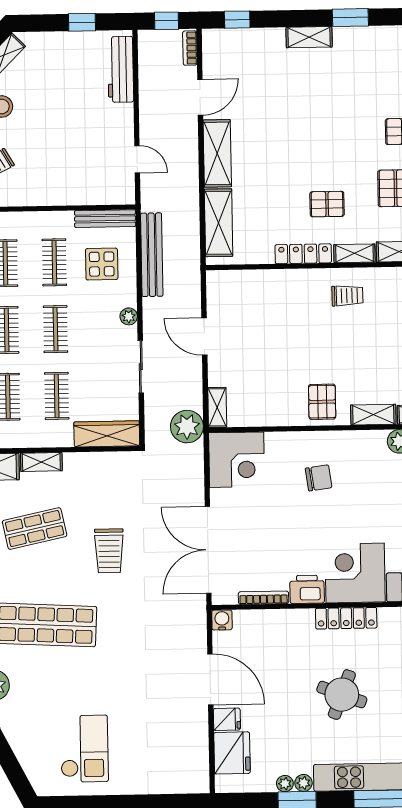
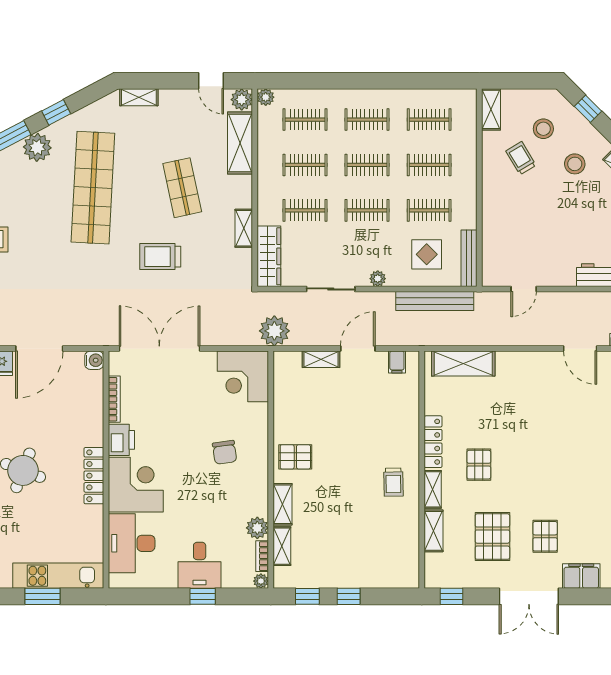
shelving: (217, 153) -> (528, 363), removed
filing cabinet: (218, 294) -> (397, 362), added
shelving: (217, 407) -> (321, 359), moved
shelving: (41, 462) -> (244, 228), moved

